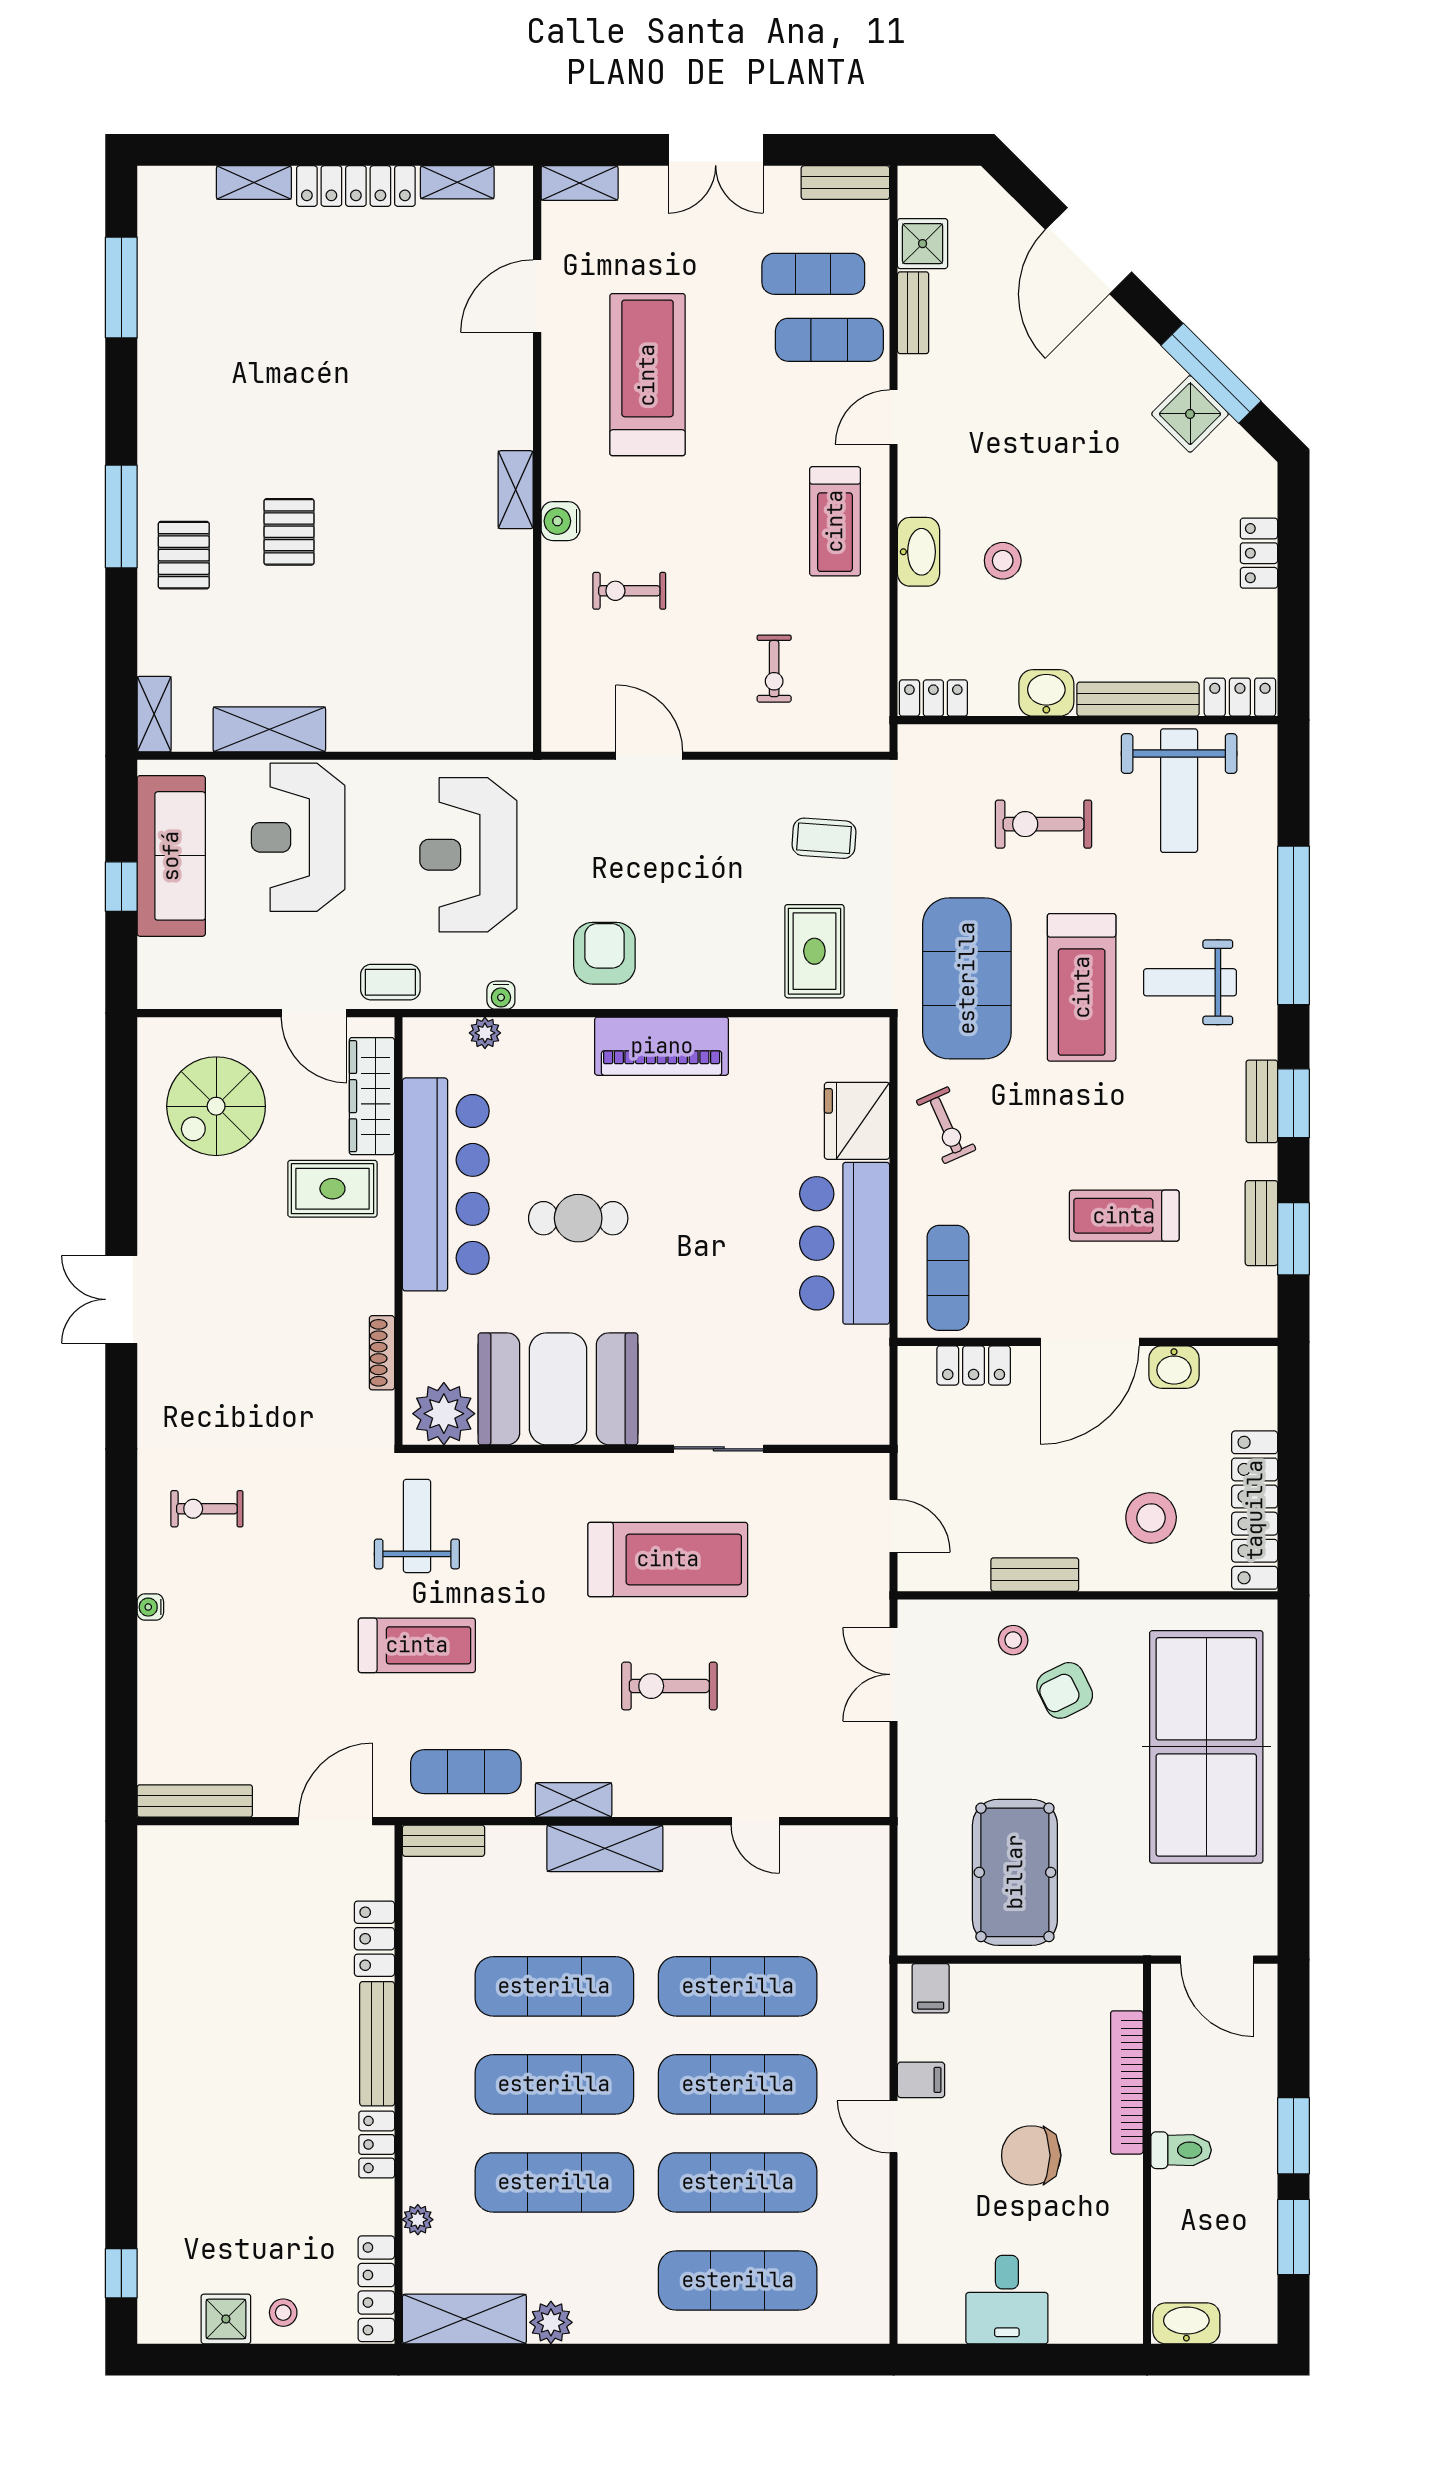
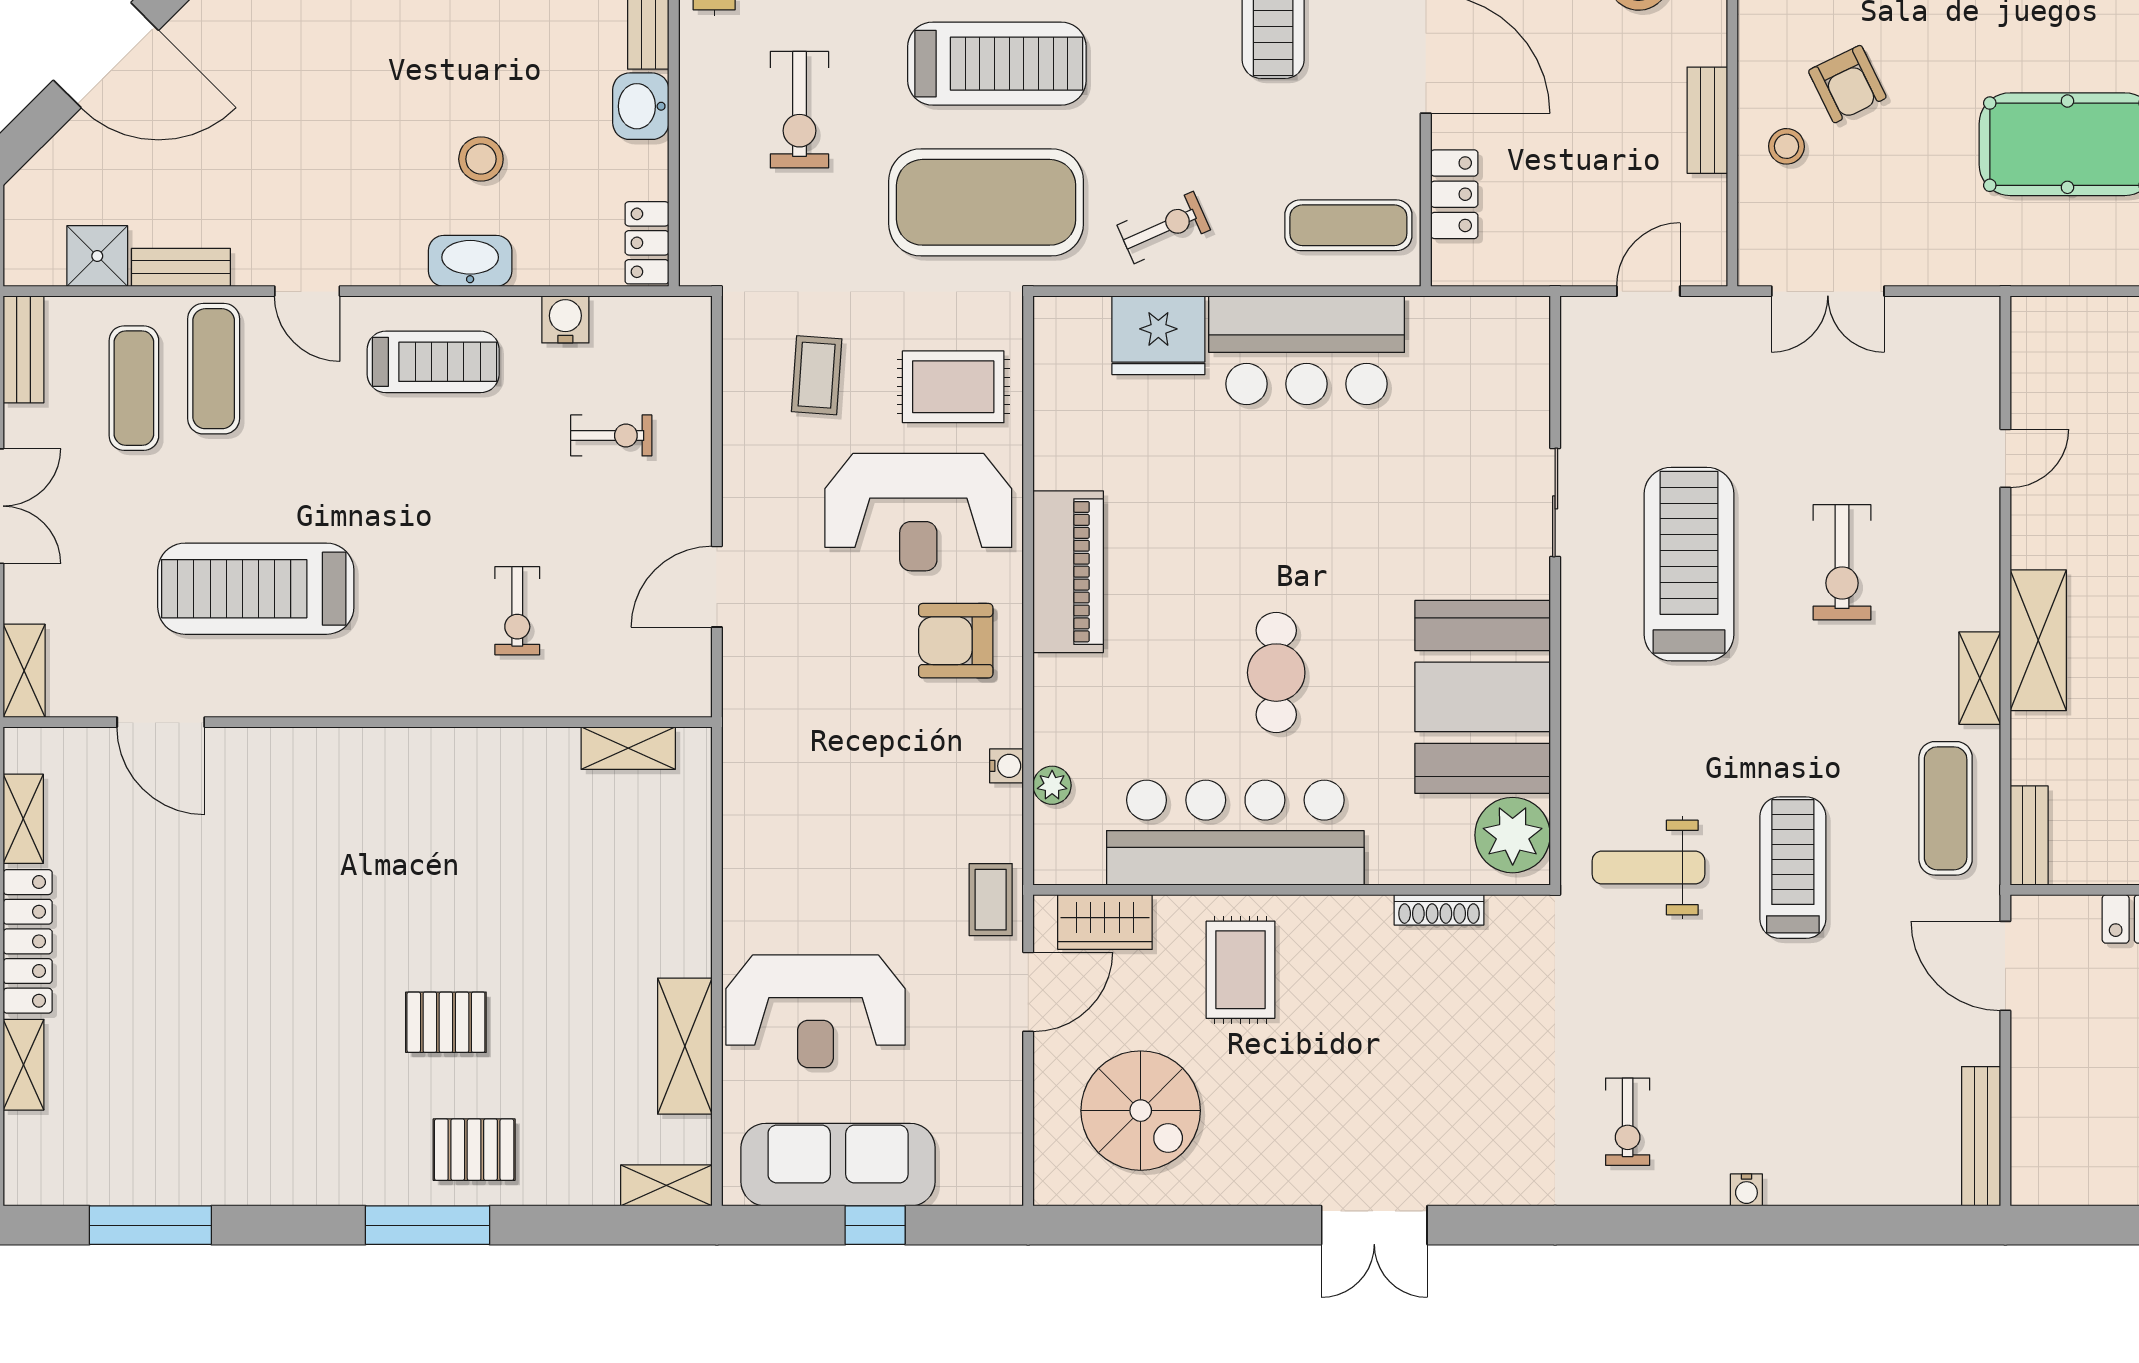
shelving: (516, 490) -> (628, 748), moved
water cooler: (561, 521) -> (565, 319), moved, turned 180
reception desk: (468, 855) -> (918, 512), moved
wardrobe: (372, 1096) -> (1105, 922), width x0.67

